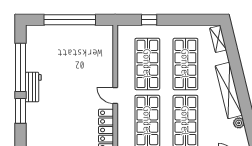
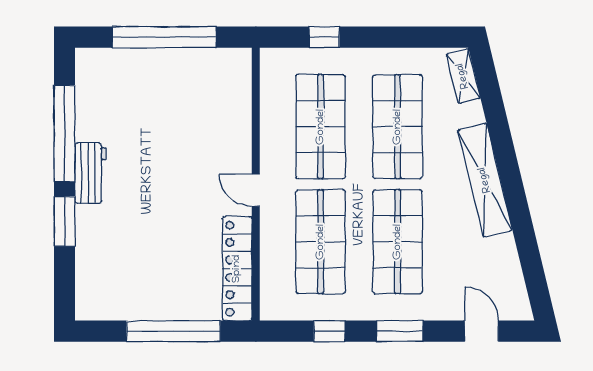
plant: (239, 123) -> (505, 246), removed

